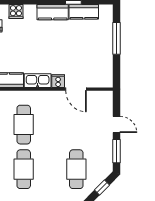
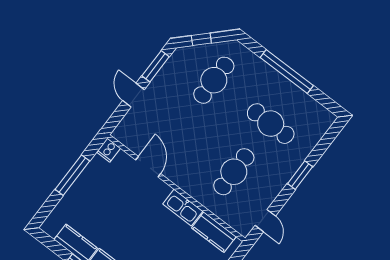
window: (117, 38) -> (72, 175), moved
cooker: (58, 81) -> (108, 150), moved
cafe table: (24, 169) -> (271, 124), turned 90

